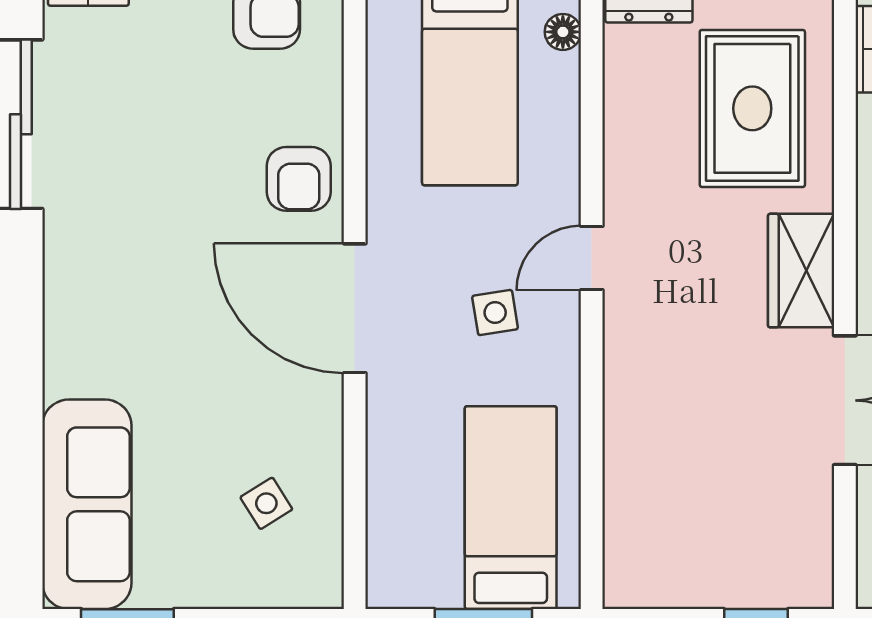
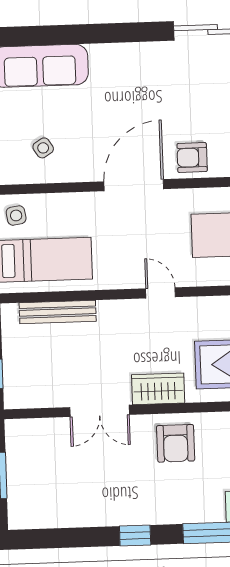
side table: (495, 313) -> (16, 215), moved
bench: (626, 484) -> (58, 312), added

